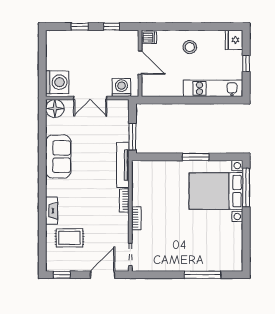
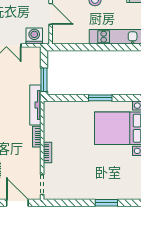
door: (103, 275) -> (17, 203), hinge flipped
window: (202, 275) -> (106, 203), width x0.69

